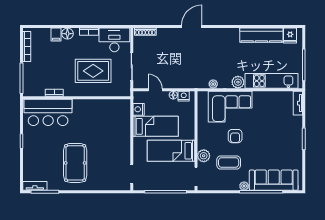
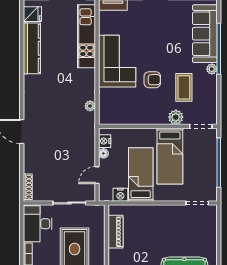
plant: (238, 82) -> (88, 76), removed
piano: (108, 105) -> (116, 232), added
corner sofa: (230, 107) -> (117, 61), moved

